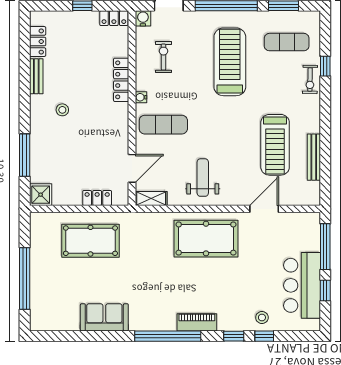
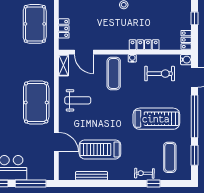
exercise bike: (163, 57) -> (160, 74), width x1.38, depth x1.39

